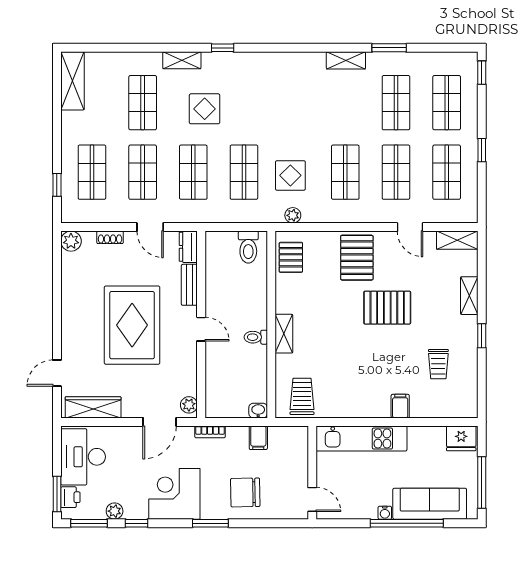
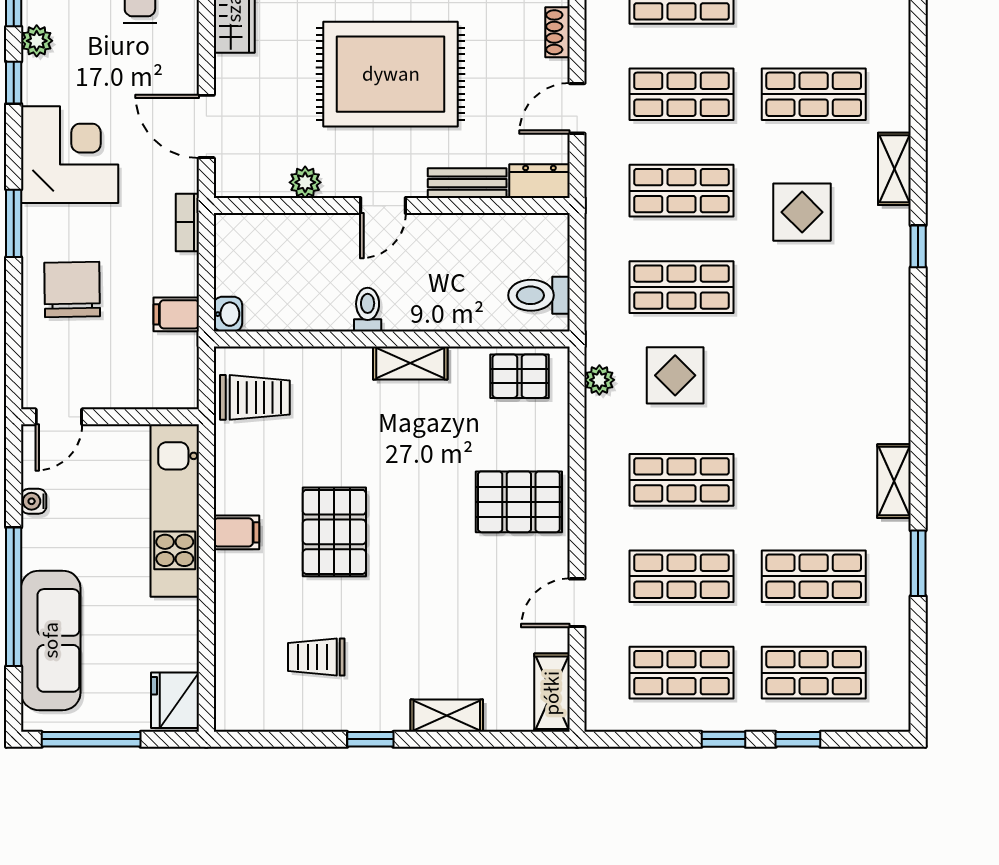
window: (482, 73) -> (798, 739), moved
pallet: (387, 308) -> (334, 532), moved
shelving: (284, 334) -> (410, 363), moved
plant: (189, 405) -> (305, 182), moved
filing cabinet: (400, 406) -> (236, 532), moved
water cooler: (385, 513) -> (34, 501), moved

